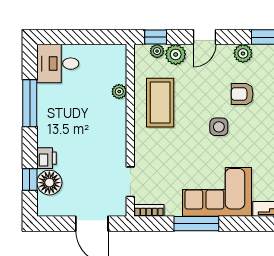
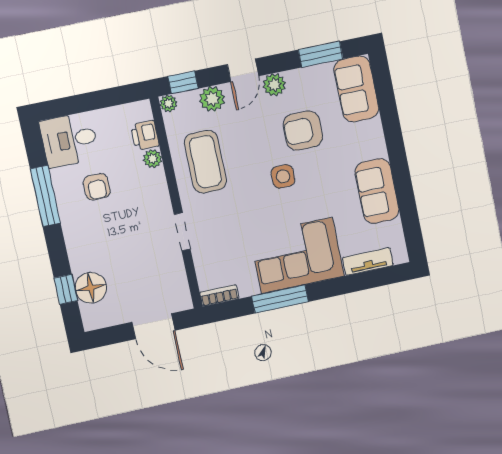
plant: (157, 51) -> (168, 103), moved
plant: (243, 53) -> (274, 85), moved
armchair: (242, 94) -> (303, 131), width x1.38, depth x1.38
armchair: (71, 104) -> (97, 187), added
printer: (47, 158) -> (145, 135), moved, turned 180
doorway: (130, 182) -> (182, 232), moved

